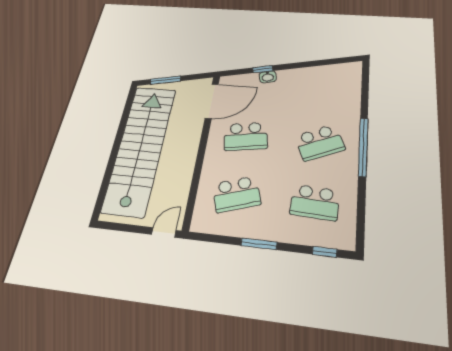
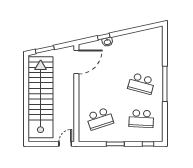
school desk: (246, 136) -> (100, 84), removed
school desk: (320, 143) -> (141, 84), turned 39

